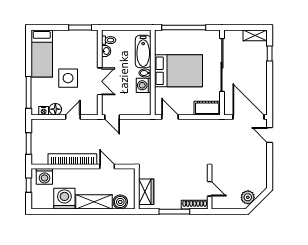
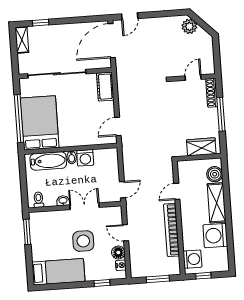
washbasin: (106, 51) -> (63, 201), moved
bed: (179, 71) -> (40, 123), moved
window: (29, 92) -> (102, 283), width x0.46
plant: (248, 197) -> (189, 26), moved

